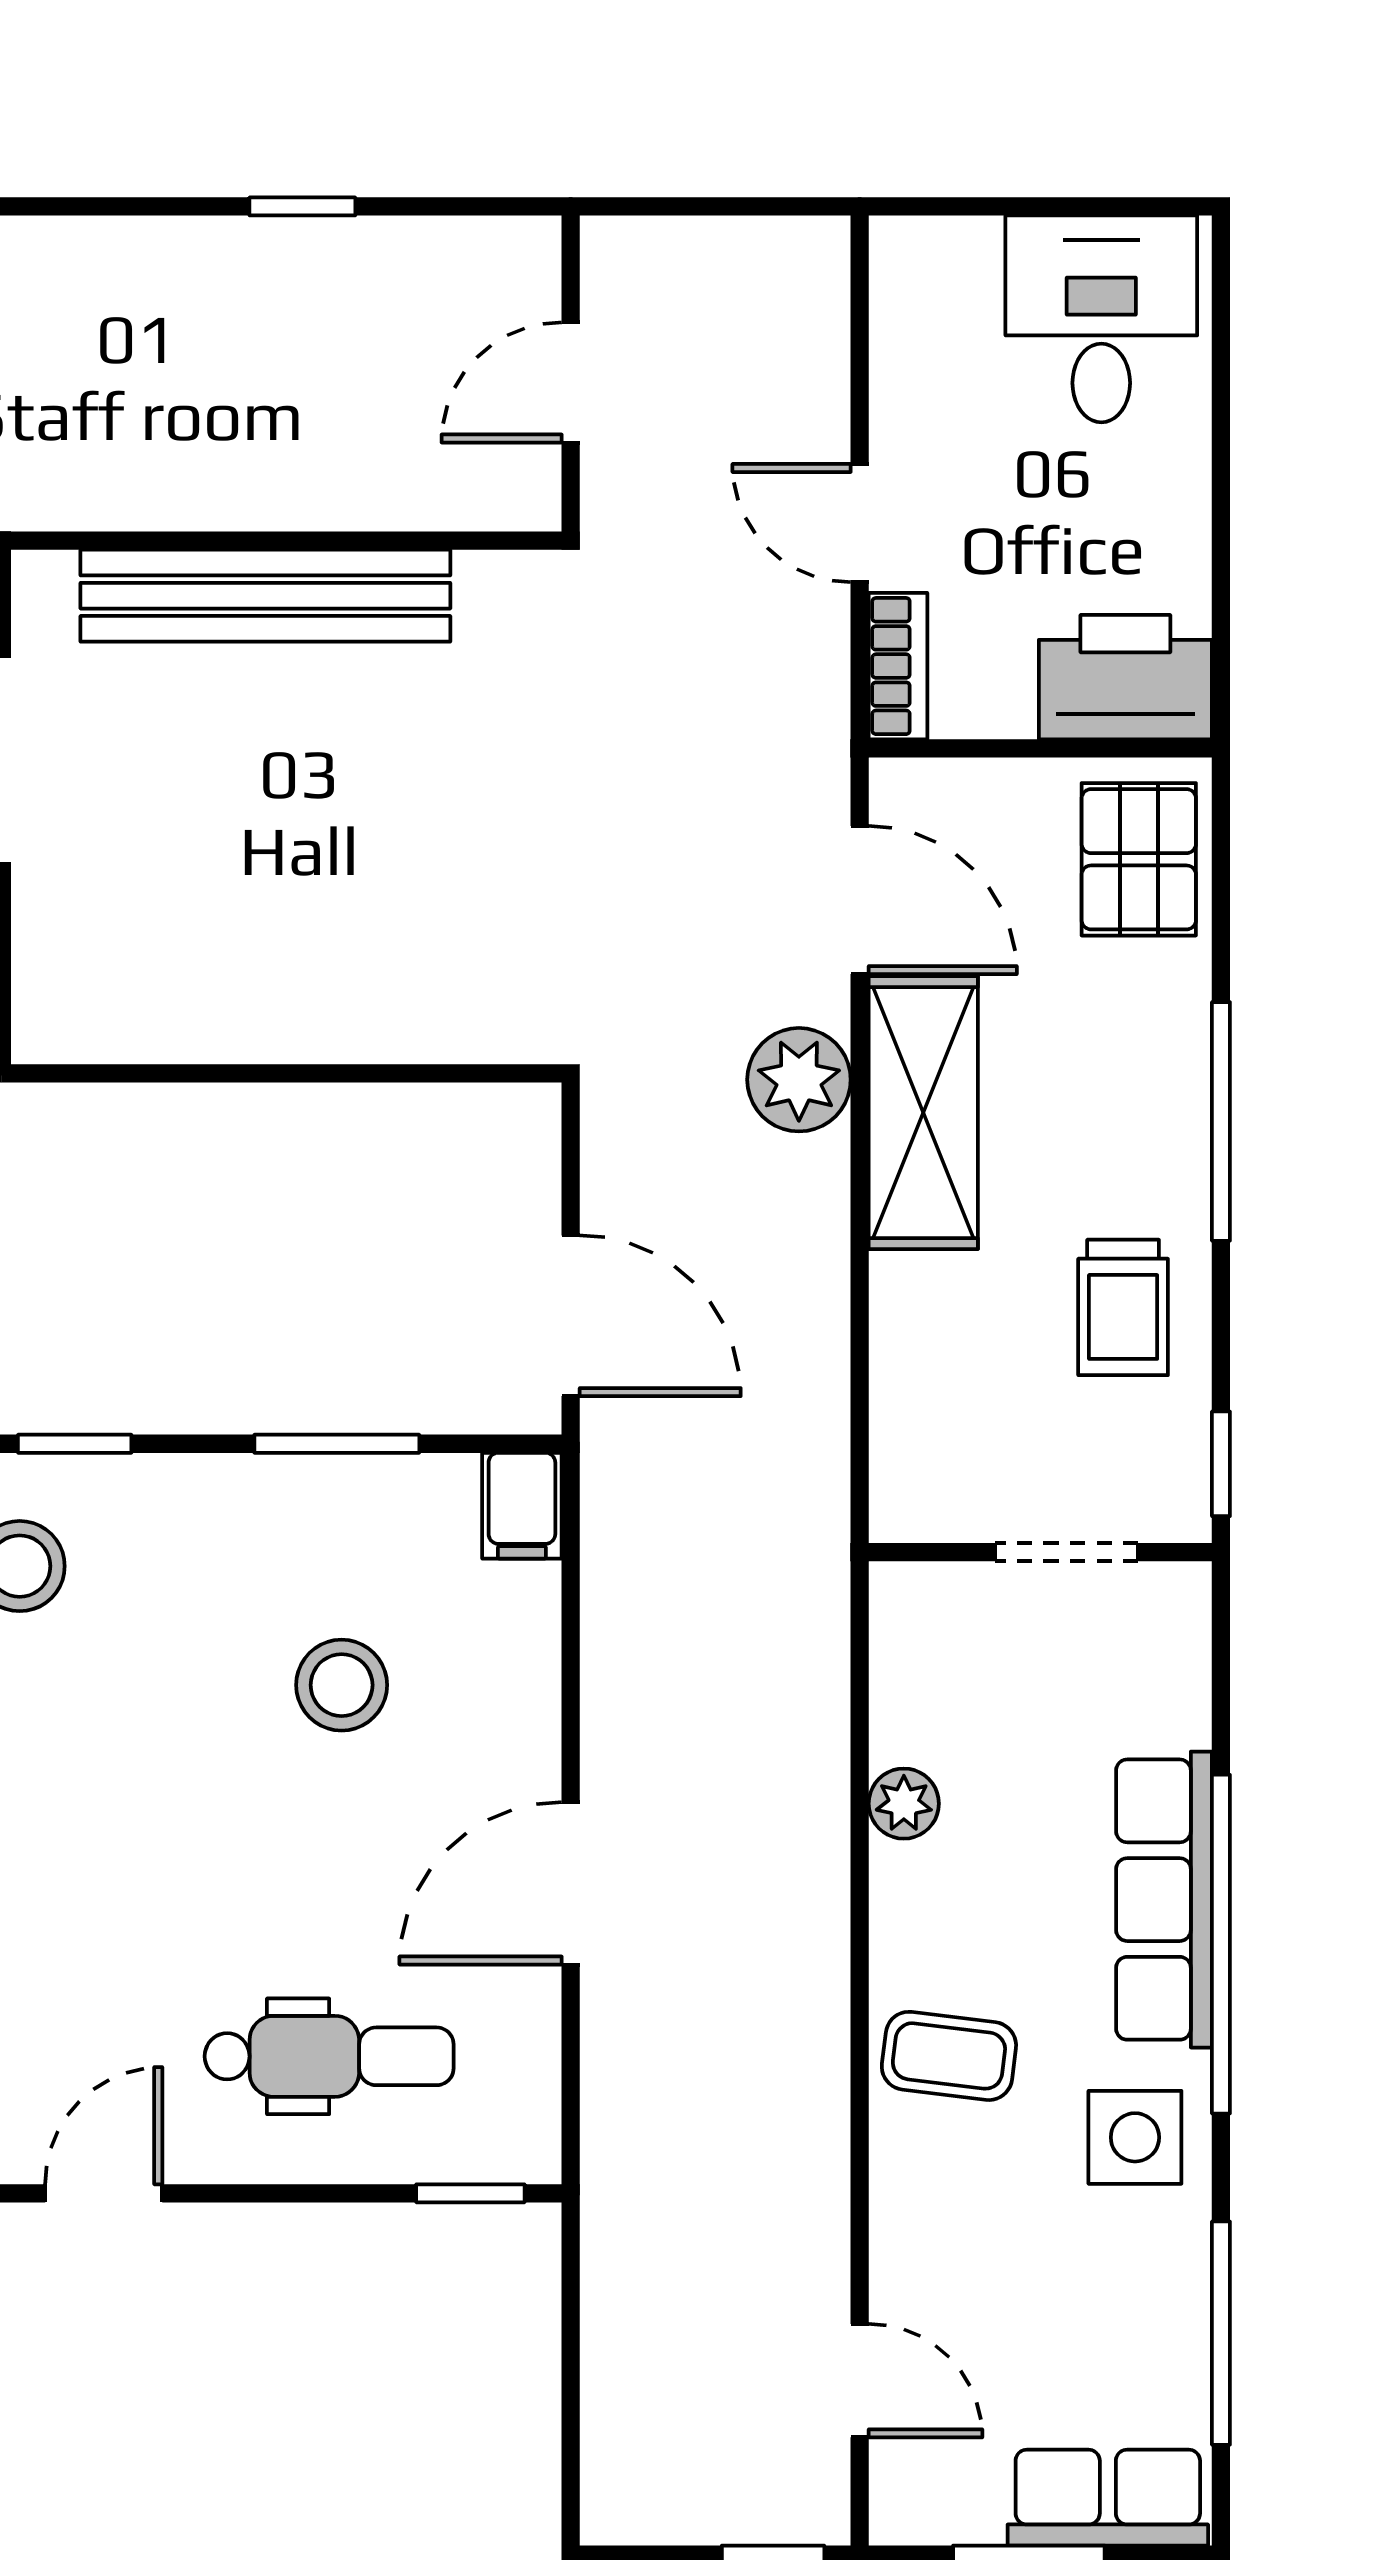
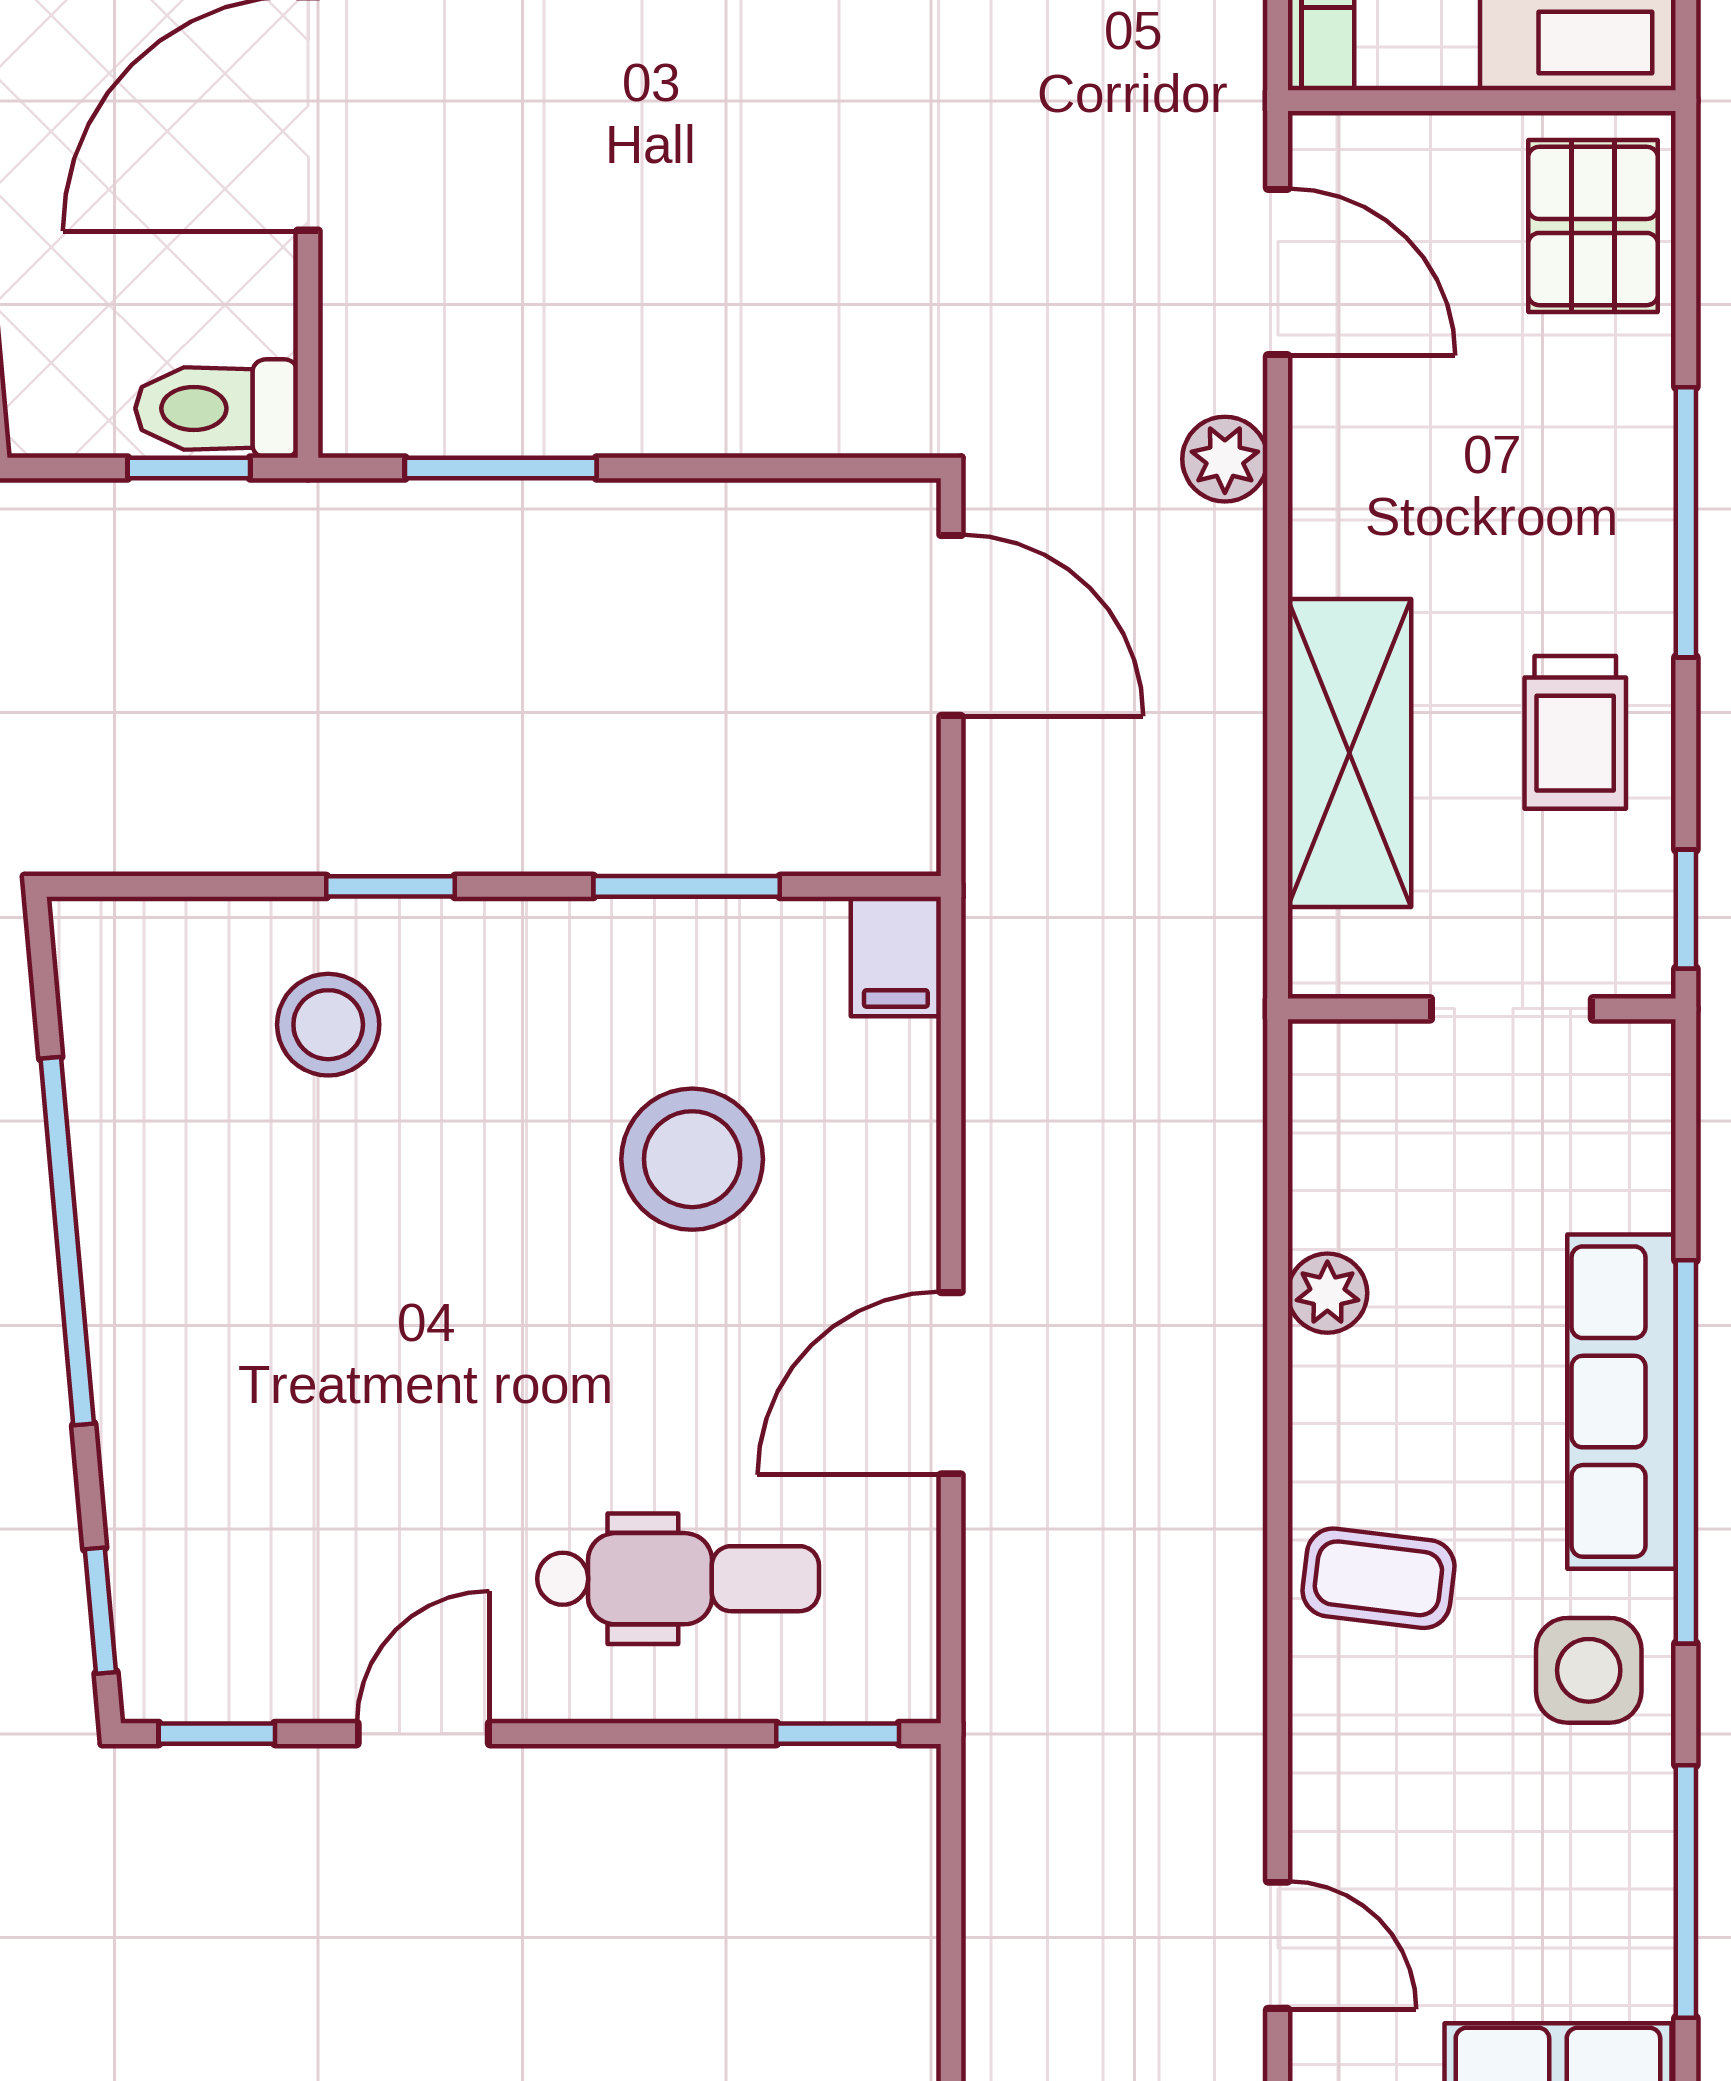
window: (172, 1073) -> (501, 468), added
plant: (799, 1080) -> (1225, 459), width x0.73, depth x0.73
shelving: (923, 1113) -> (1349, 753), moved
door: (571, 1316) -> (951, 625), moved
stool: (342, 1685) -> (692, 1159), width x1.38, depth x1.38

